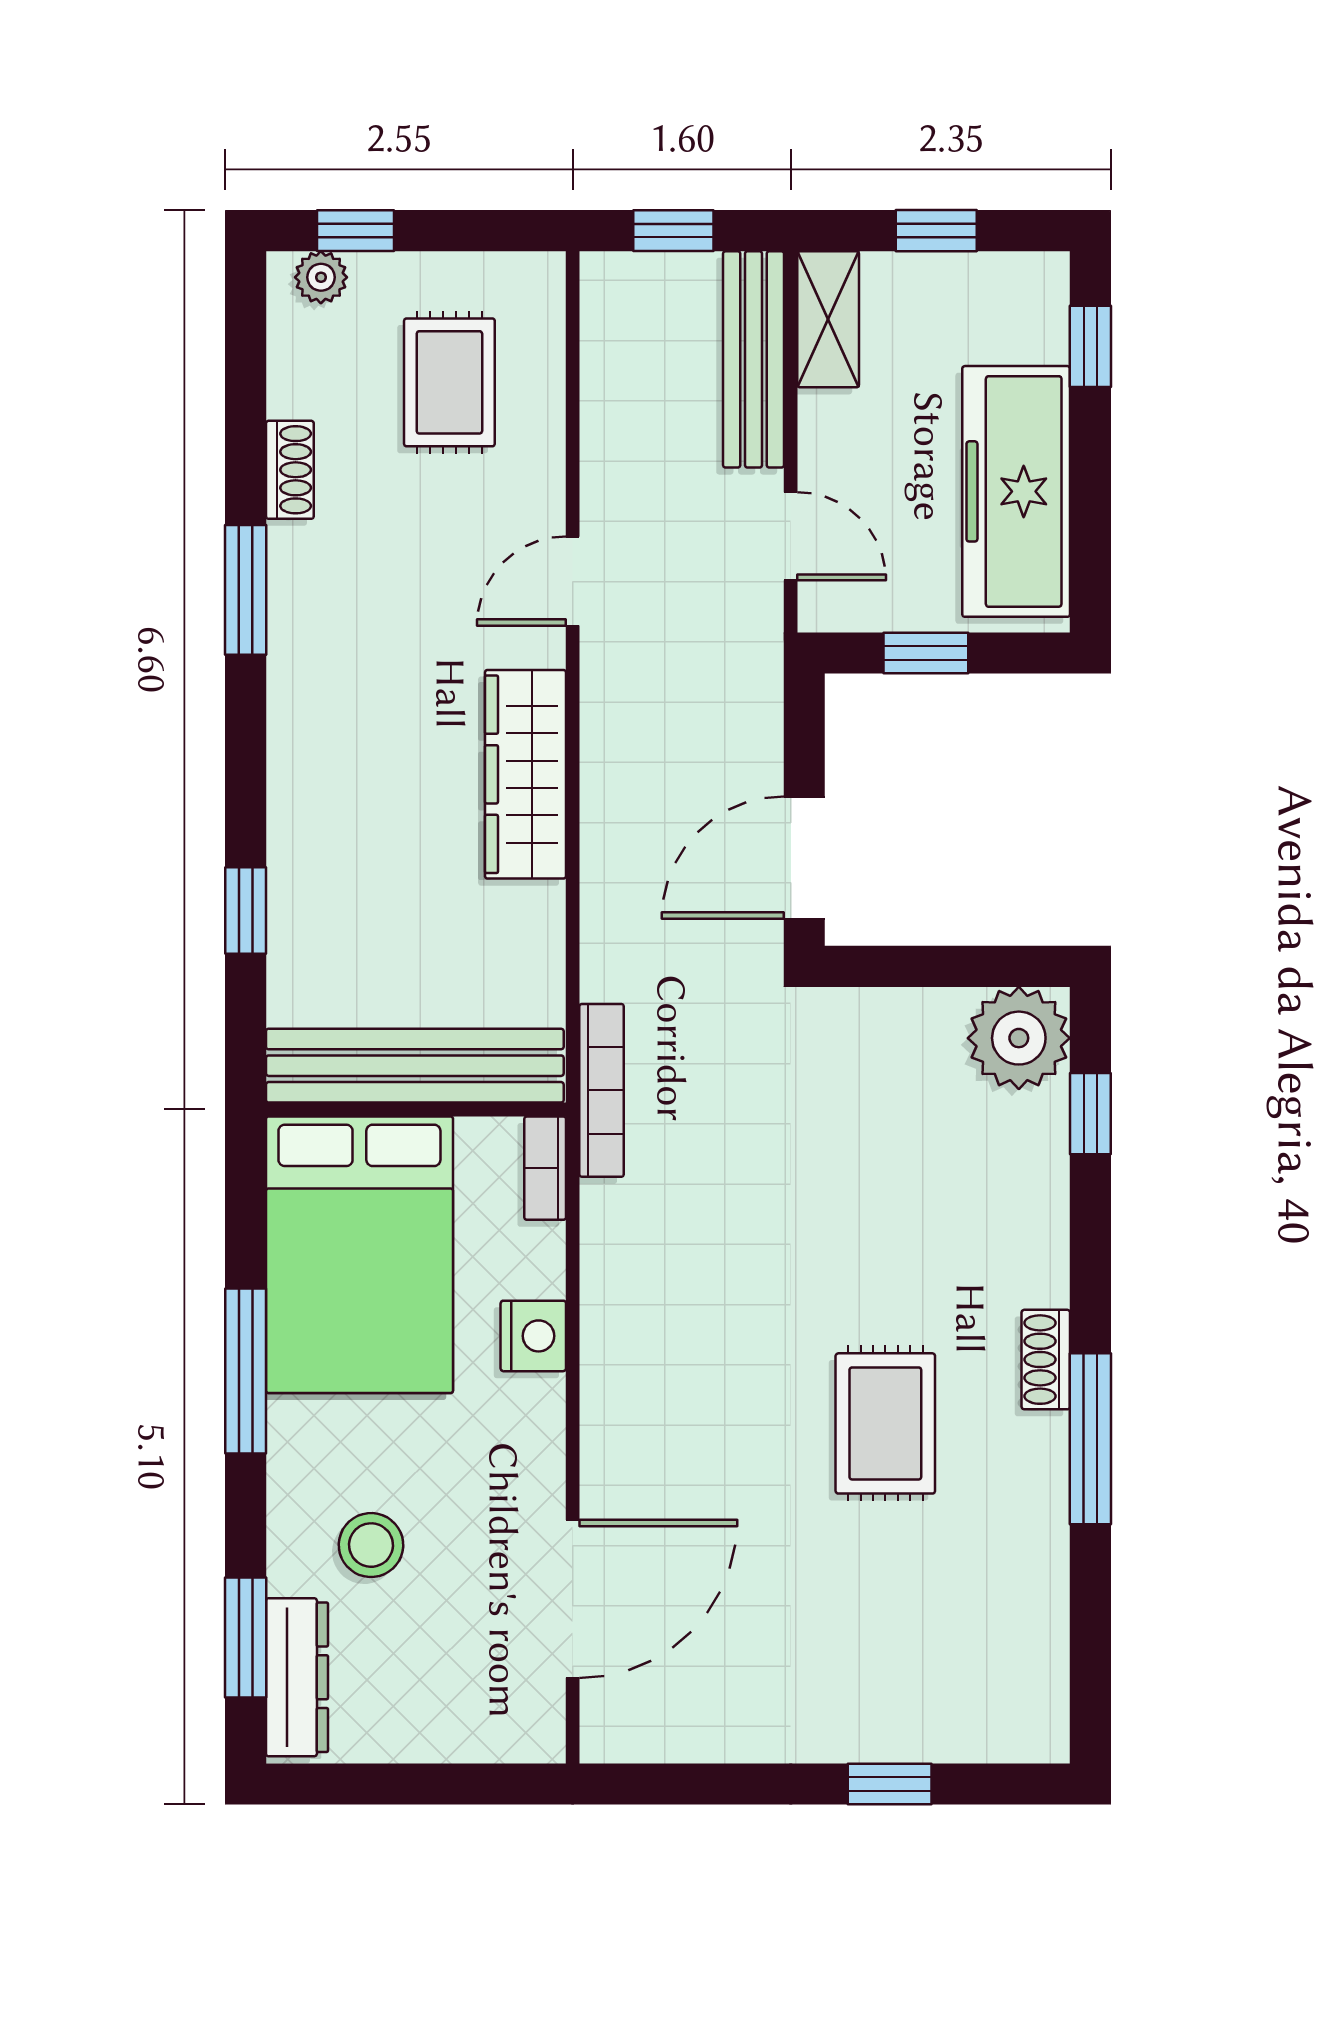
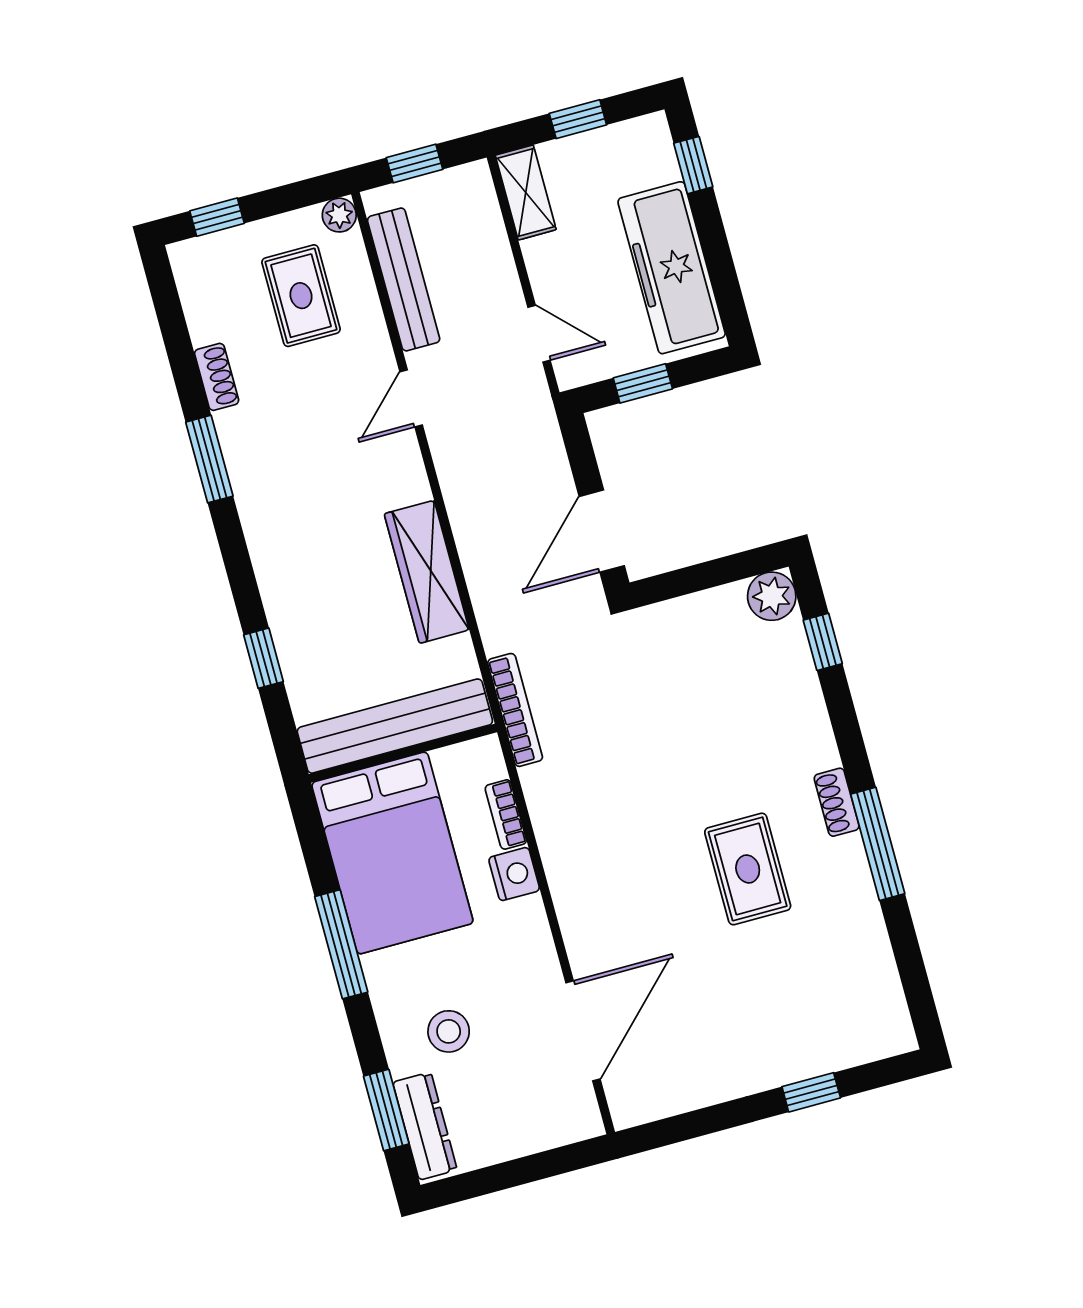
plant: (321, 277) -> (339, 215), moved
bench: (754, 359) -> (404, 279), moved
wardrobe: (525, 774) -> (427, 572), moved
plant: (1019, 1038) -> (772, 596), width x0.73, depth x0.73
bookcase: (545, 1168) -> (506, 814), moved

